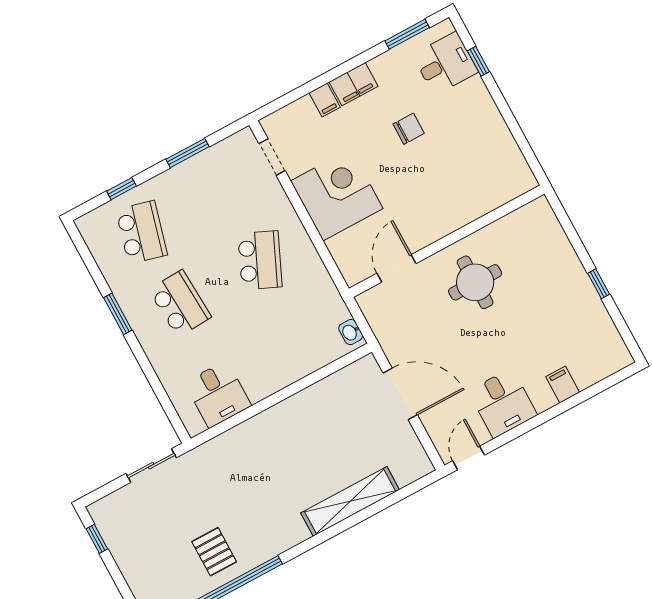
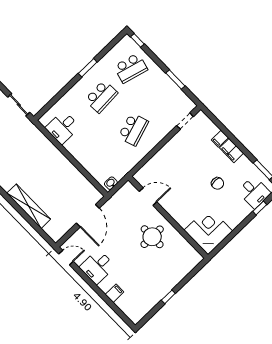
window: (122, 189) -> (137, 40), moved
corner desk: (337, 195) -> (208, 231), moved, turned -90
school desk: (260, 260) -> (133, 129), turned -42

